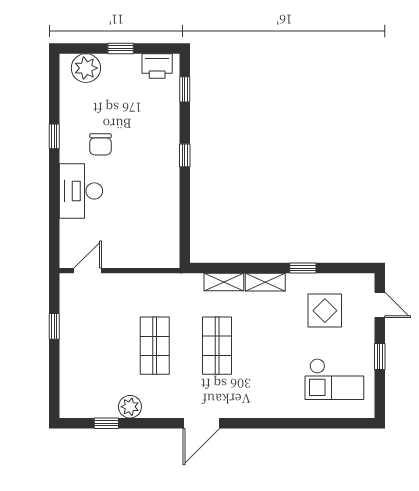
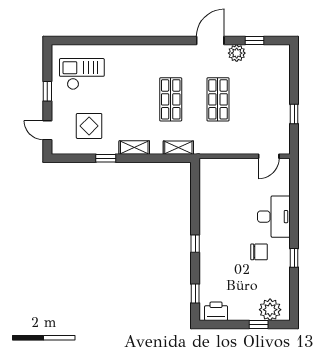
window: (121, 48) -> (259, 325), moved
chair: (100, 144) -> (259, 252), turned 90
shelving: (224, 282) -> (178, 148), moved
door: (201, 423) -> (210, 41), moved

